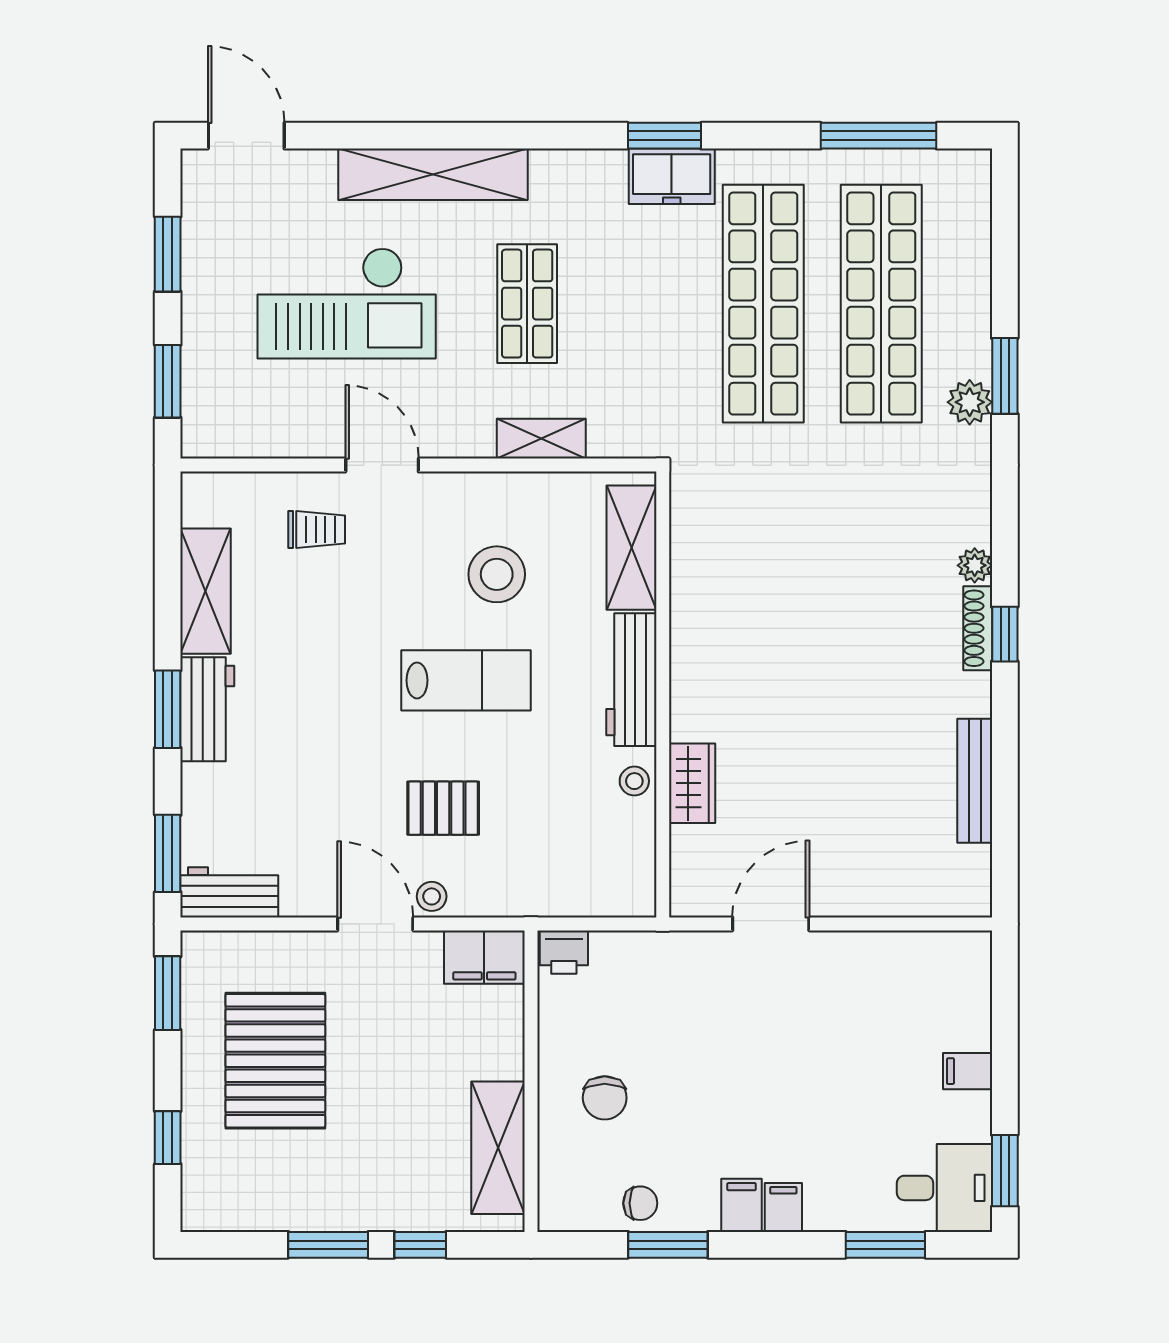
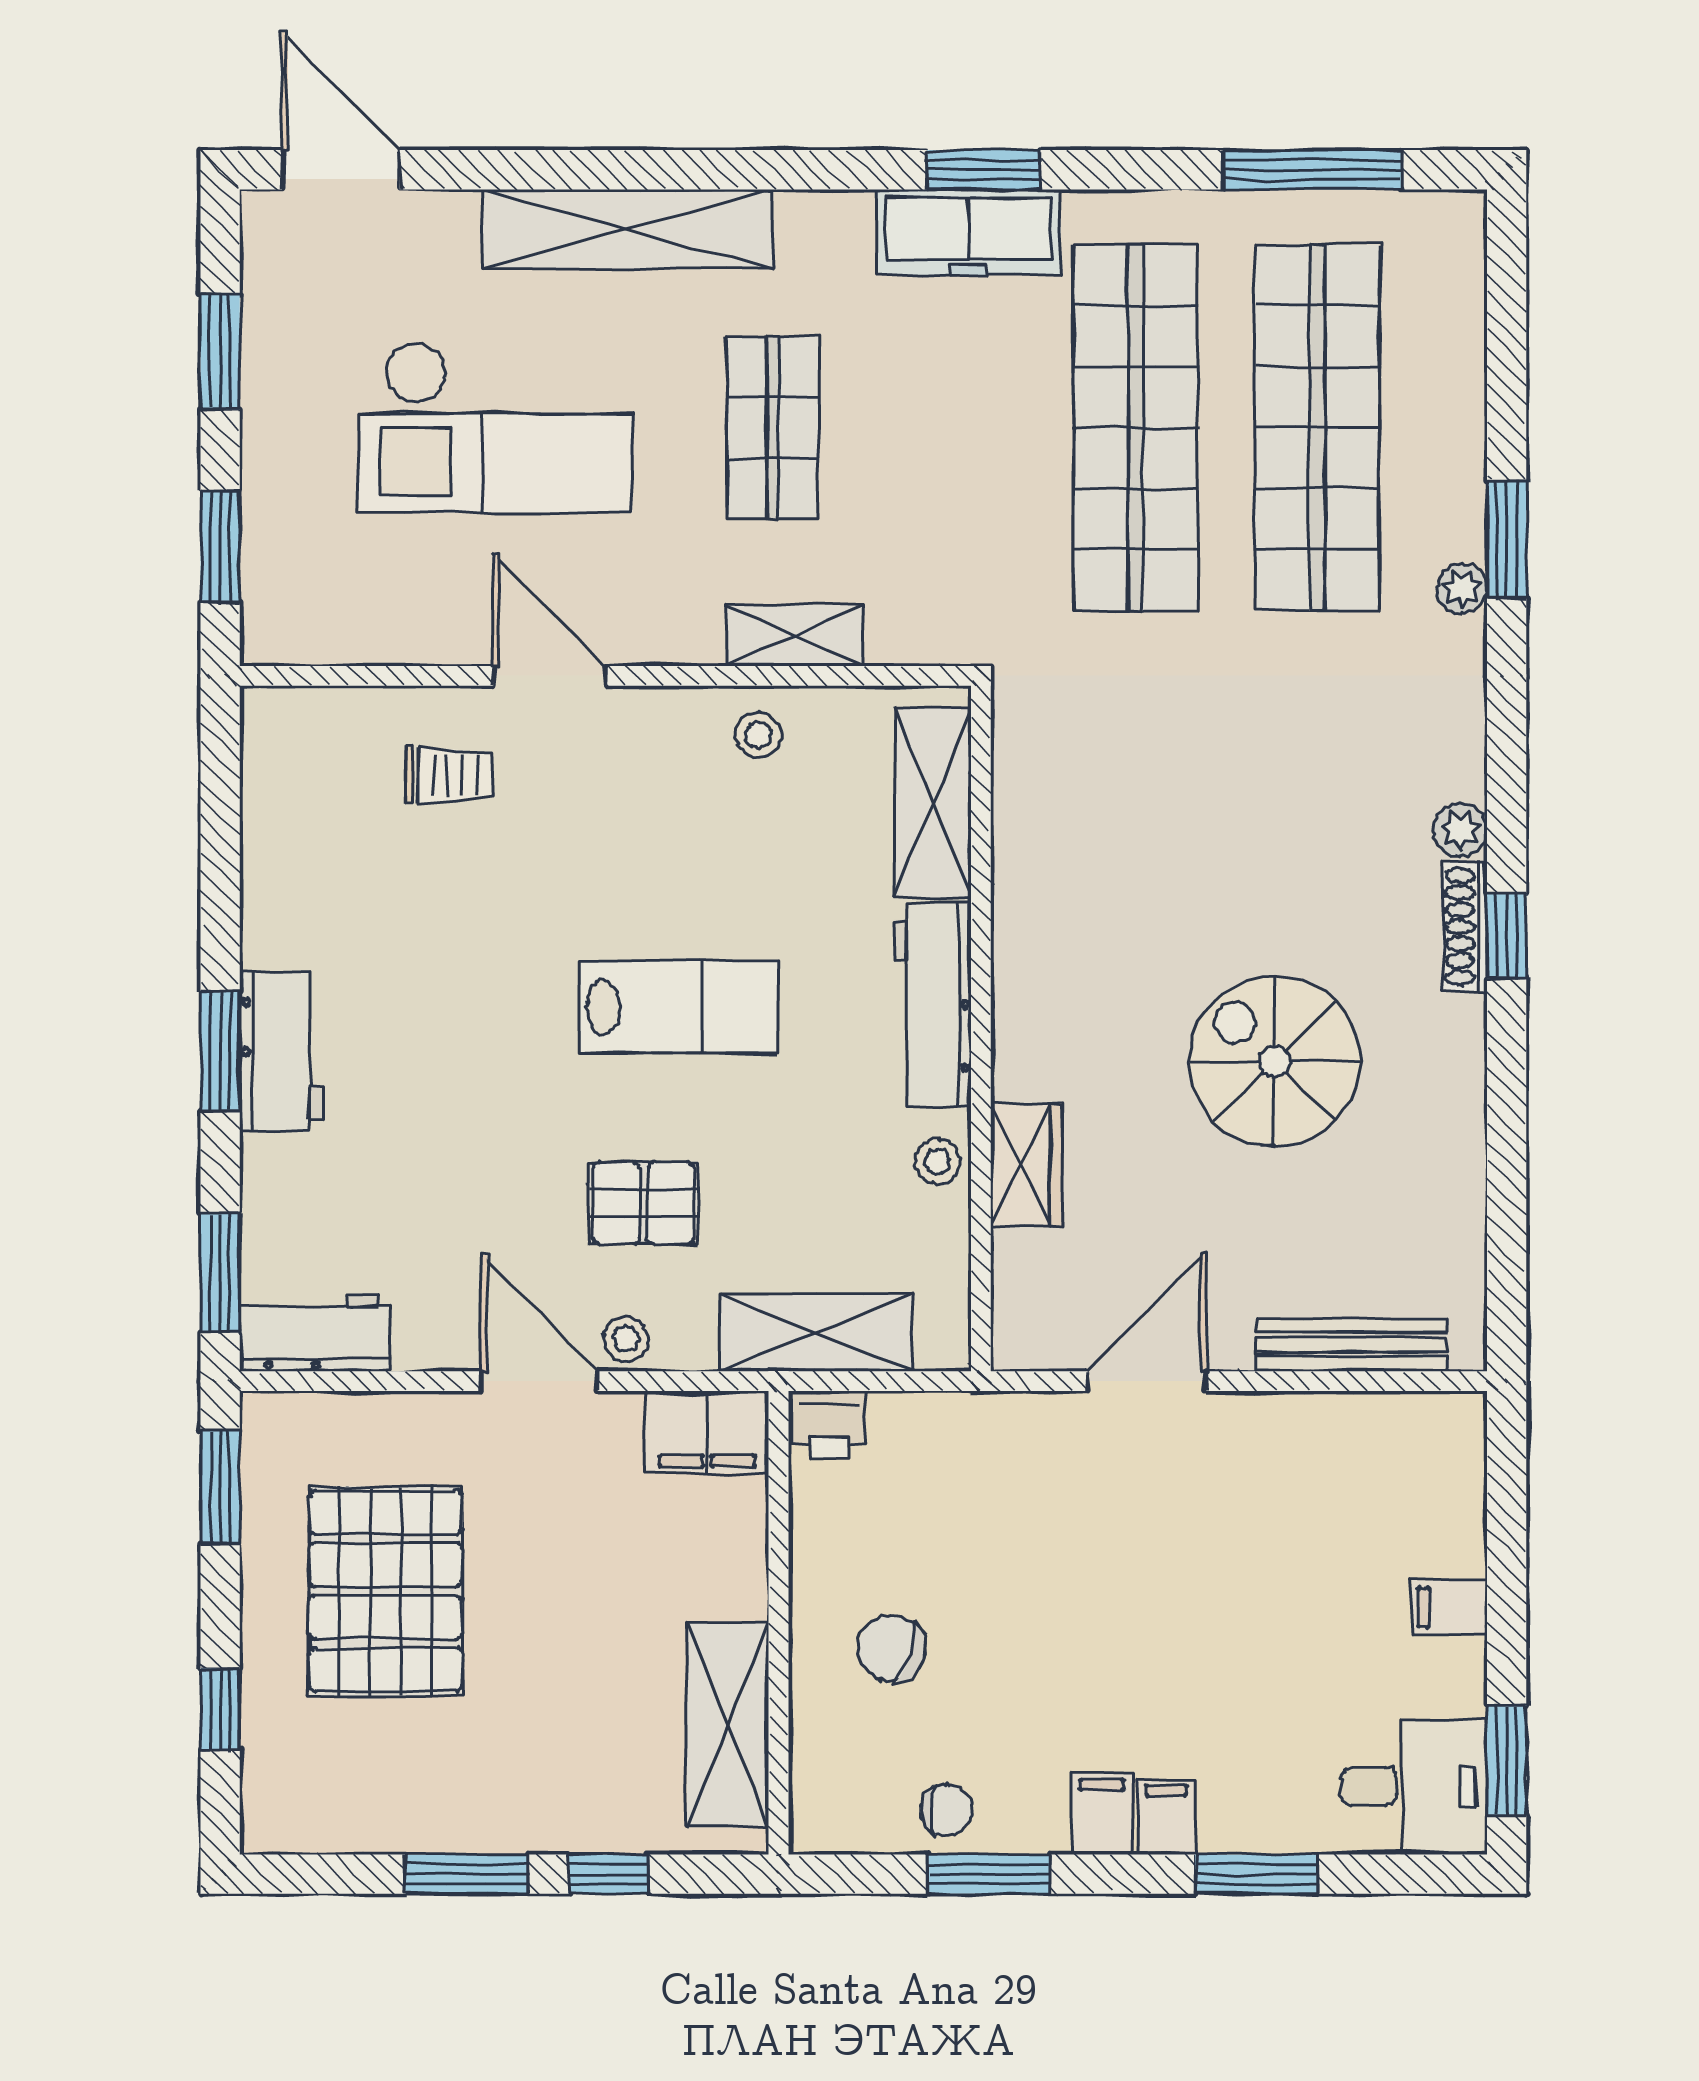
freezer: (672, 176) -> (968, 232), width x1.40
plant: (970, 402) -> (1462, 589), width x0.73, depth x0.73
stool: (497, 574) -> (758, 735), moved, width x0.53, depth x0.53
shelving: (206, 591) -> (816, 1333), moved, turned 90
spiral stairs: (854, 716) -> (1275, 1061), added
bench: (975, 781) -> (1351, 1345), moved, turned 90
chair: (605, 1098) -> (892, 1648), turned 108
window: (885, 1245) -> (1257, 1874), moved

